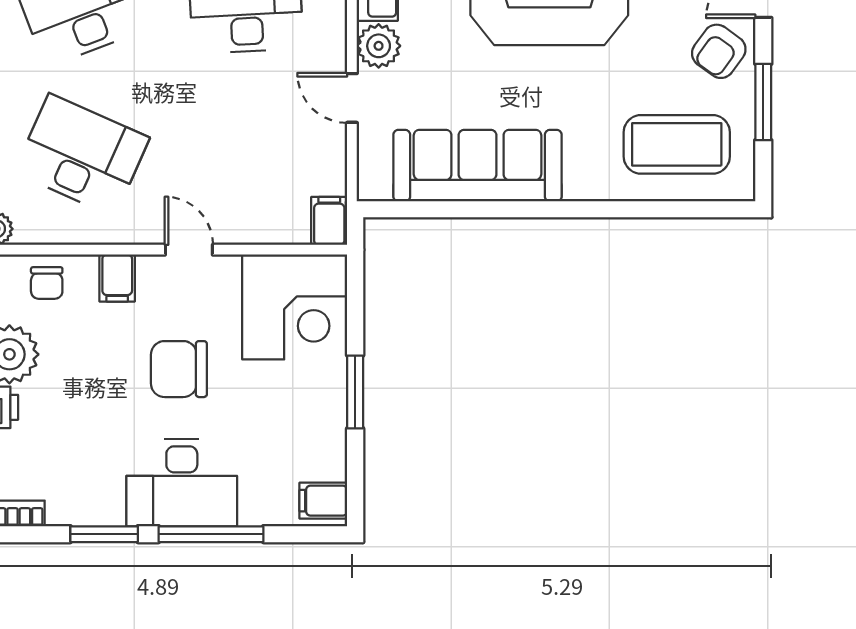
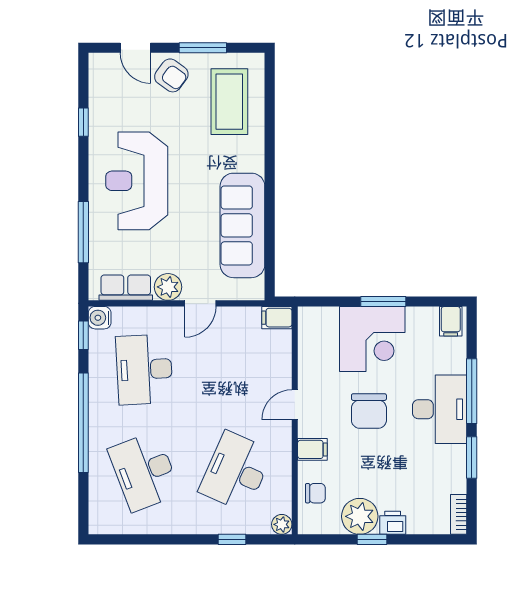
corner desk: (295, 307) -> (372, 339), moved, turned 90

